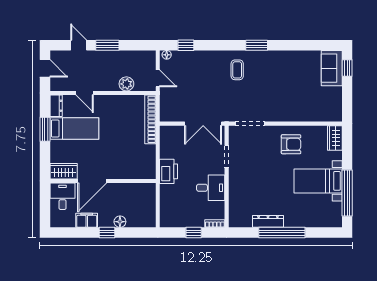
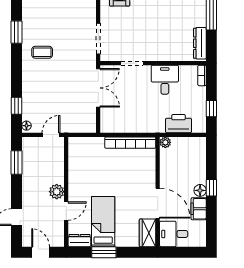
window: (107, 45) -> (16, 163), moved
door: (45, 68) -> (41, 252), hinge flipped
plant: (126, 84) -> (57, 192), moved
bookcase: (150, 119) -> (130, 143), moved
printer: (169, 171) -> (179, 124), moved
plant: (151, 188) -> (165, 142), added
dresser: (268, 221) -> (200, 43), moved
floor lamp: (120, 222) -> (200, 190), moved
window: (194, 233) -> (211, 109), moved

